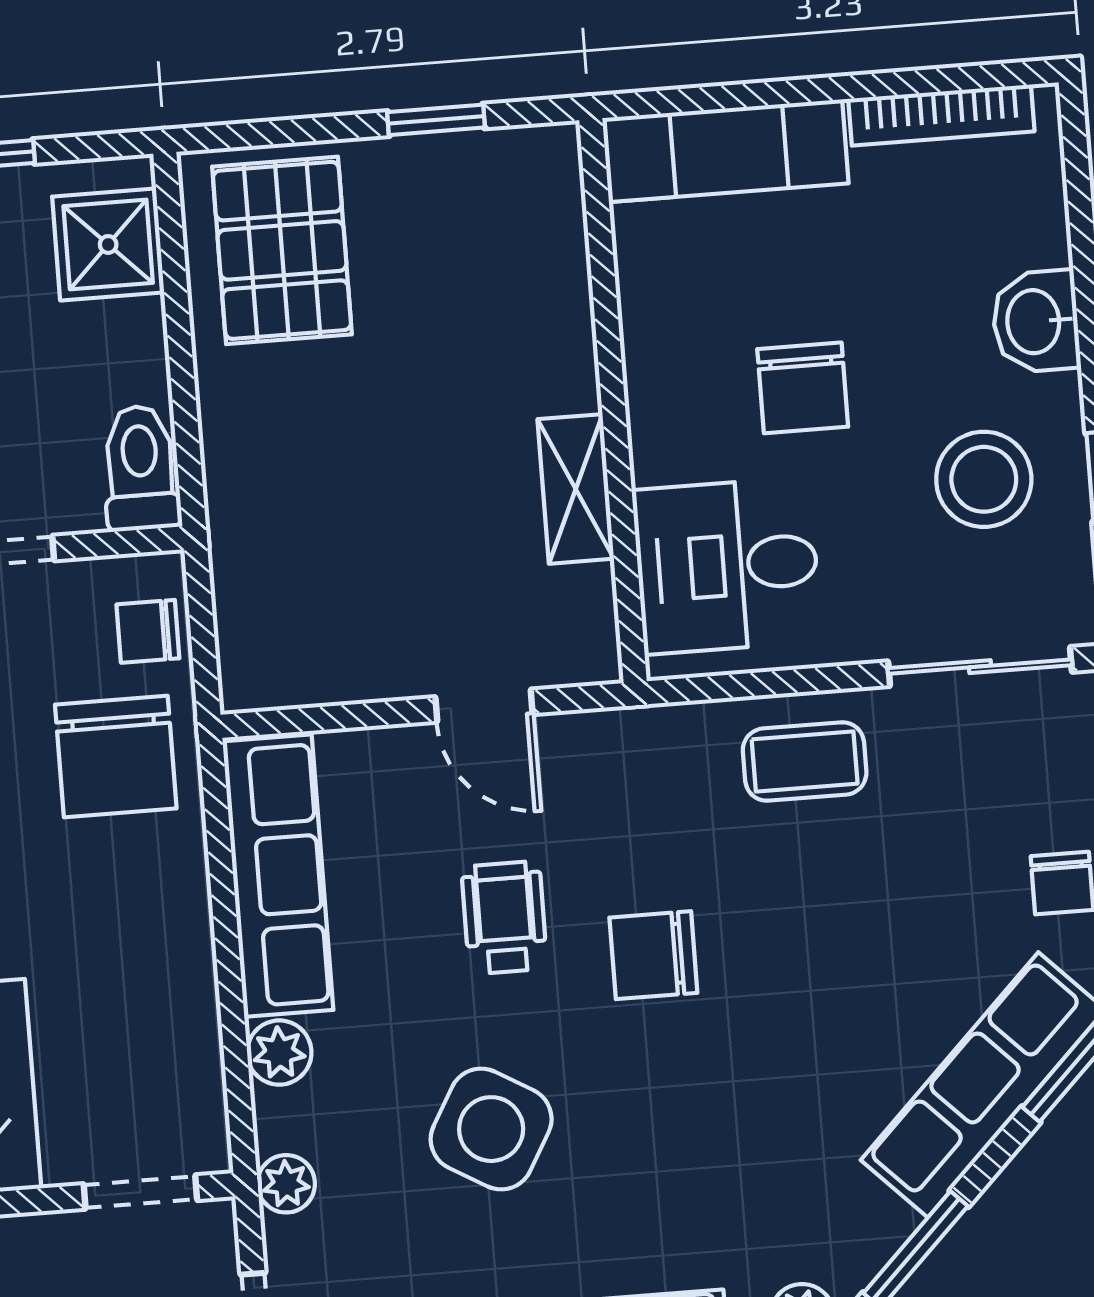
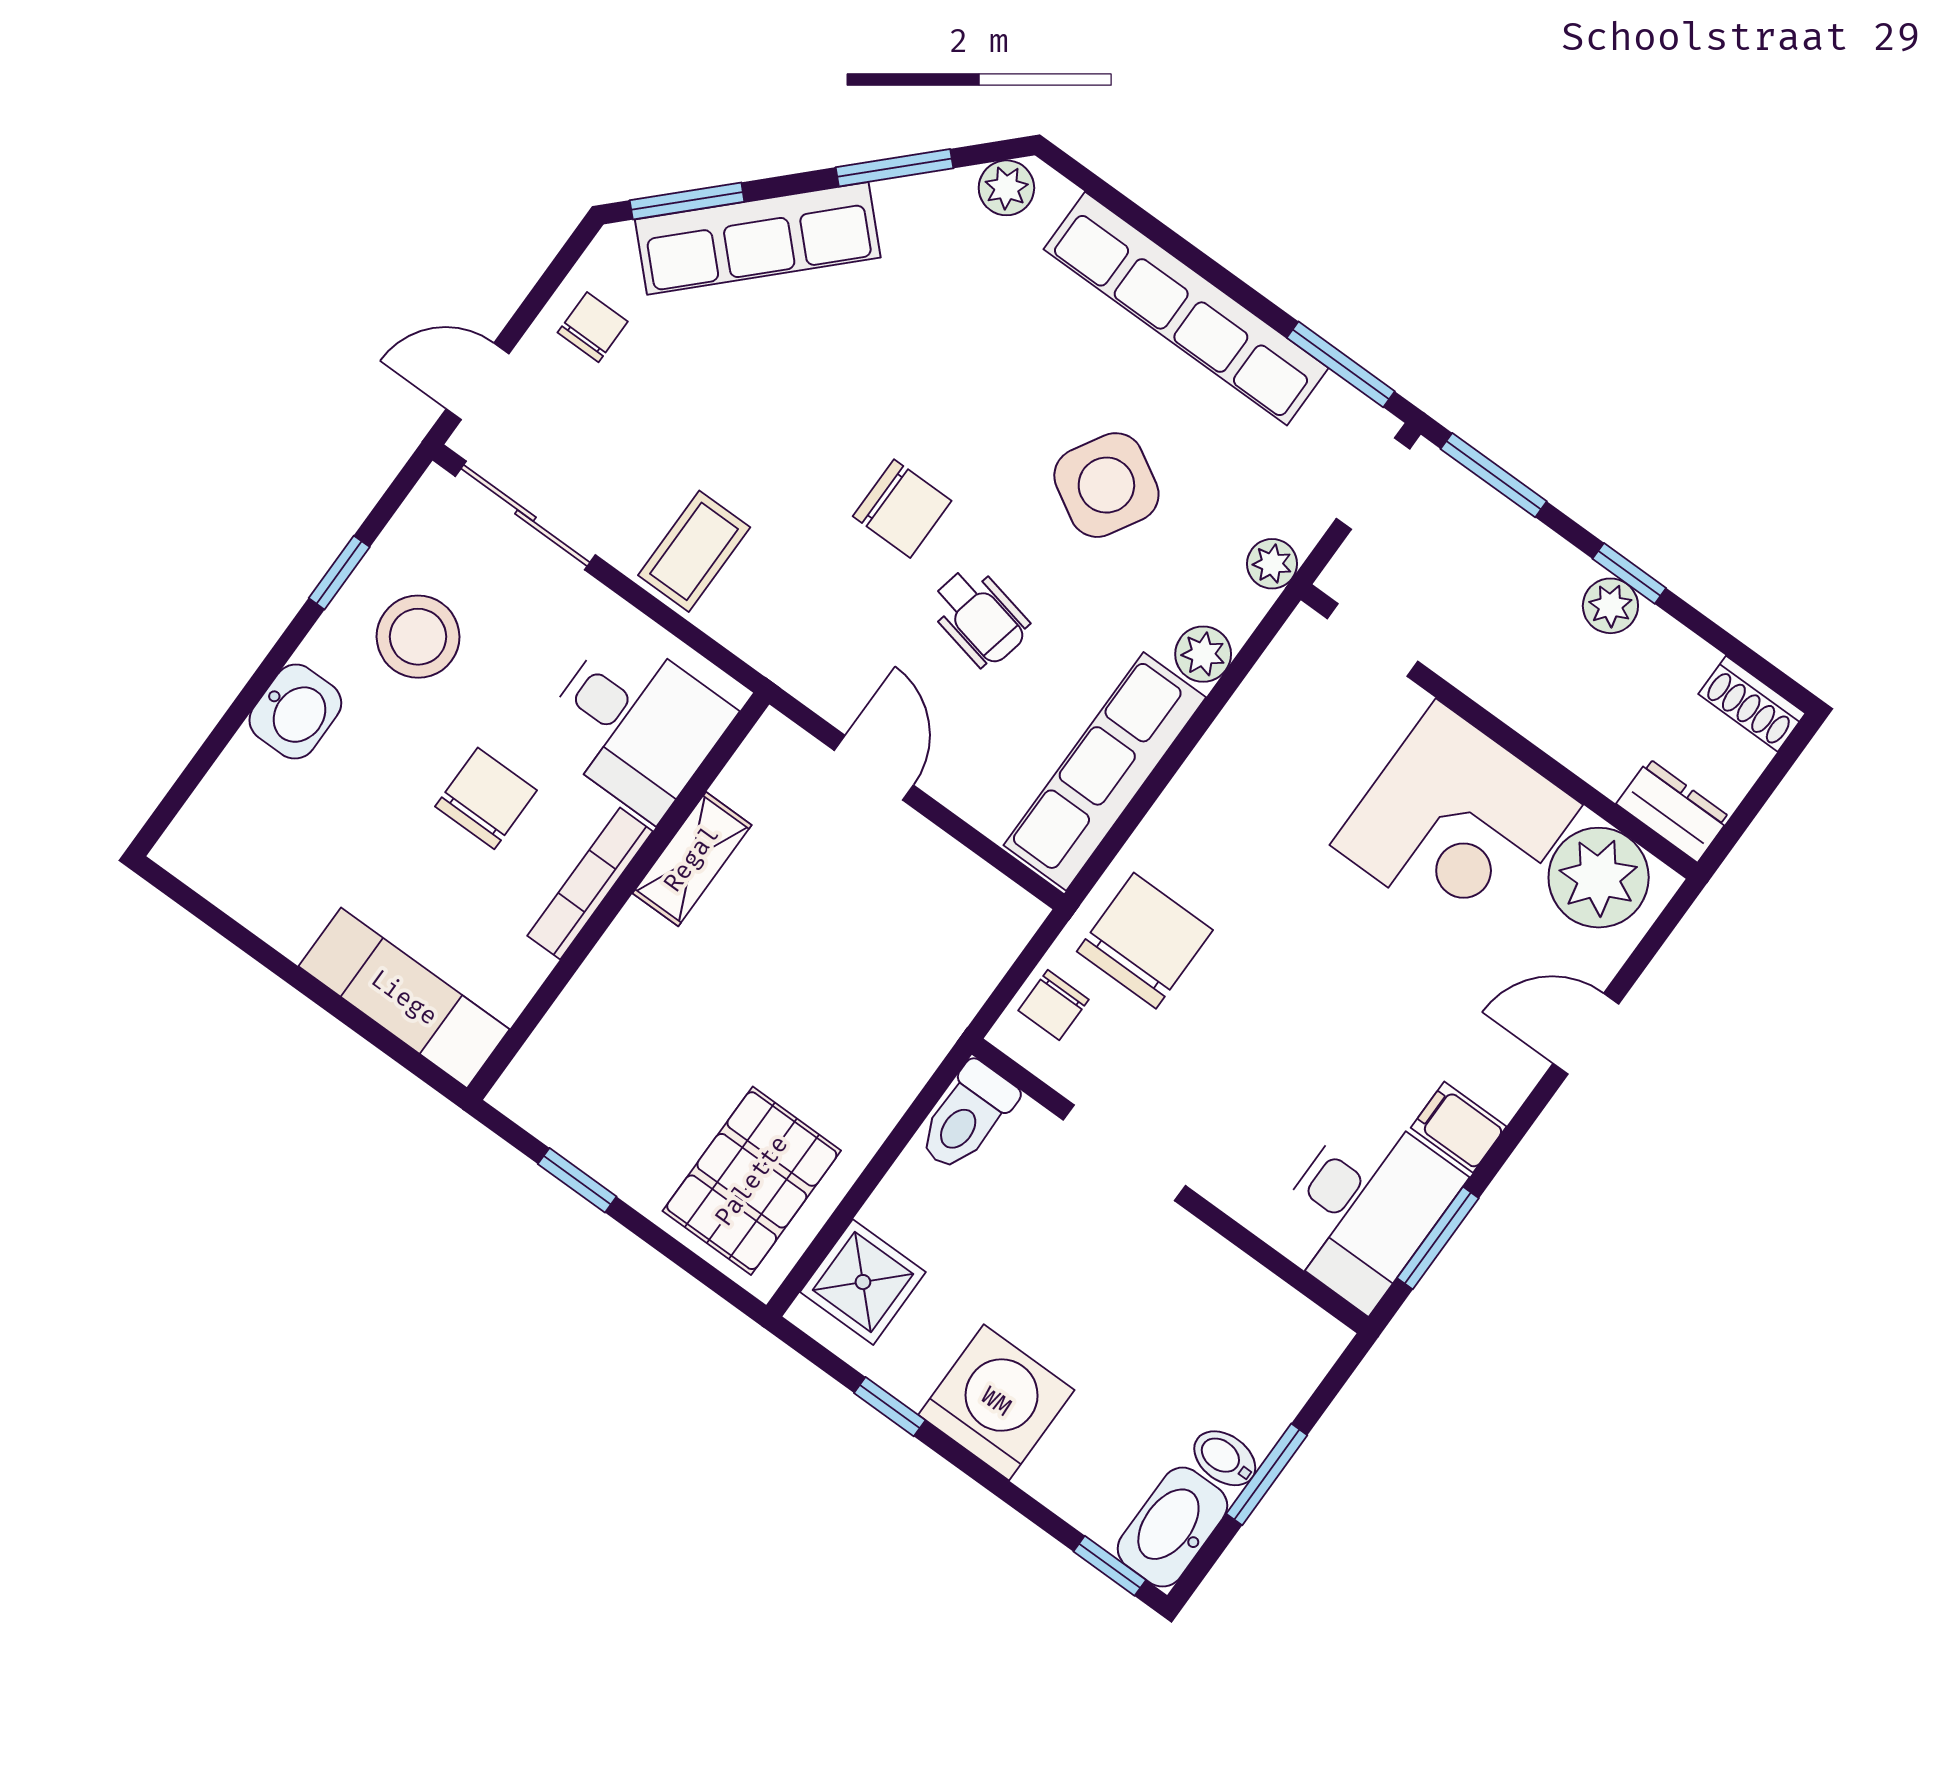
bookcase: (941, 115) -> (590, 883), moved, turned -90
chair: (148, 631) -> (1054, 1005), turned 90
coffee table: (805, 762) -> (694, 551), turned 90
wheelchair: (504, 918) -> (979, 617), turned -78

